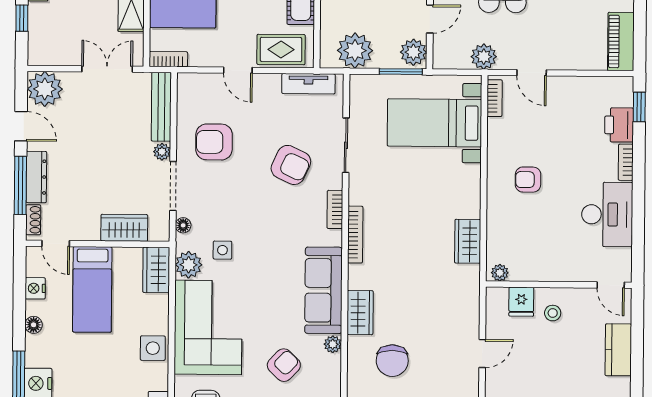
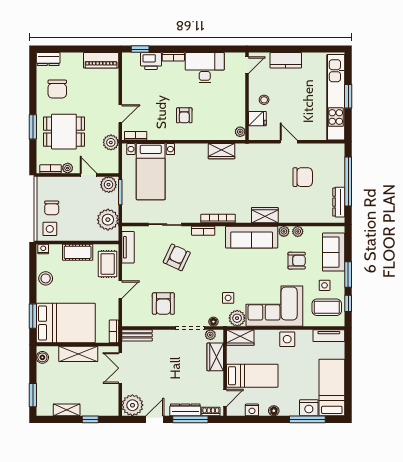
bench: (161, 107) -> (137, 335), width x0.73
plant: (162, 152) -> (210, 335), moved
chair: (392, 361) -> (303, 177), moved
armchair: (284, 365) -> (297, 261), turned 136
plant: (332, 367) -> (298, 231), added

